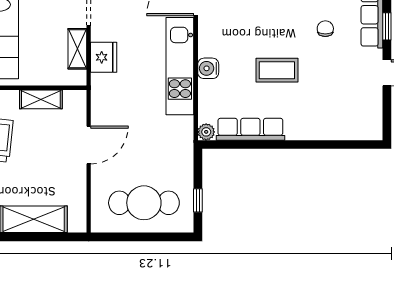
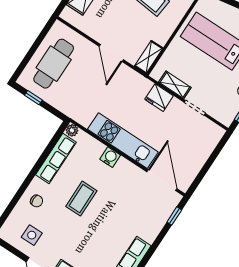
chair: (325, 29) -> (37, 201), moved
shelving: (41, 99) -> (149, 57), moved
side table: (356, 99) -> (32, 235), added

